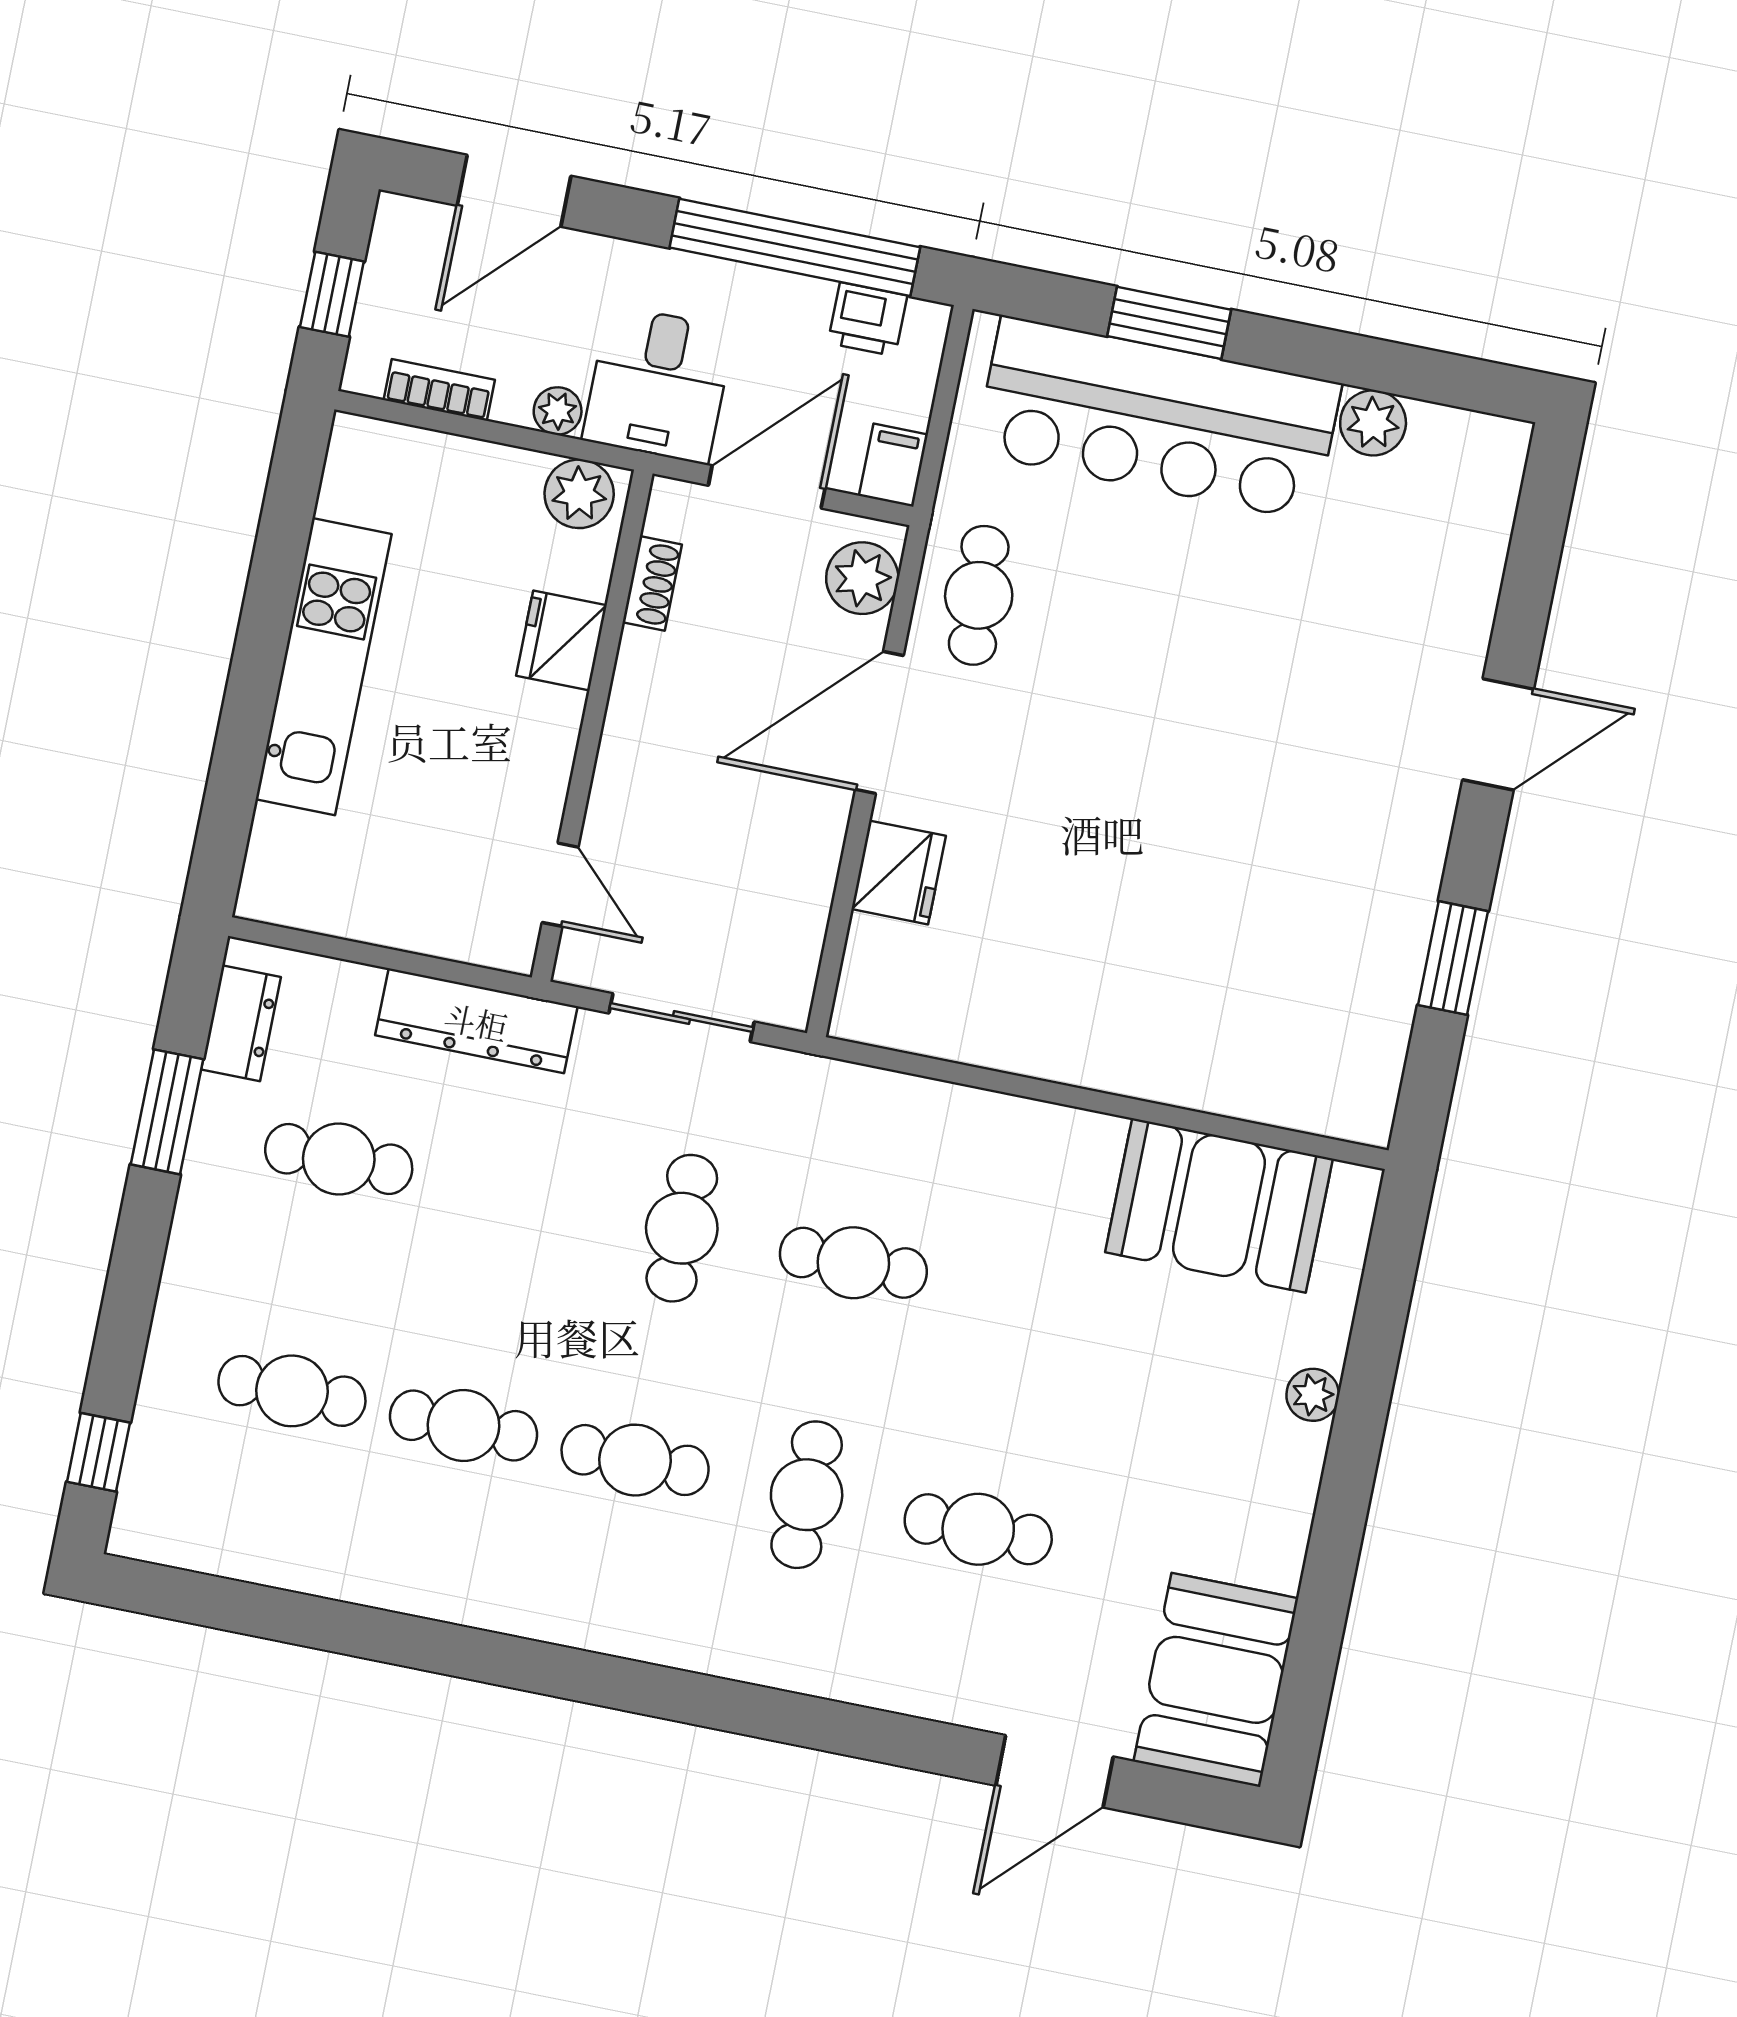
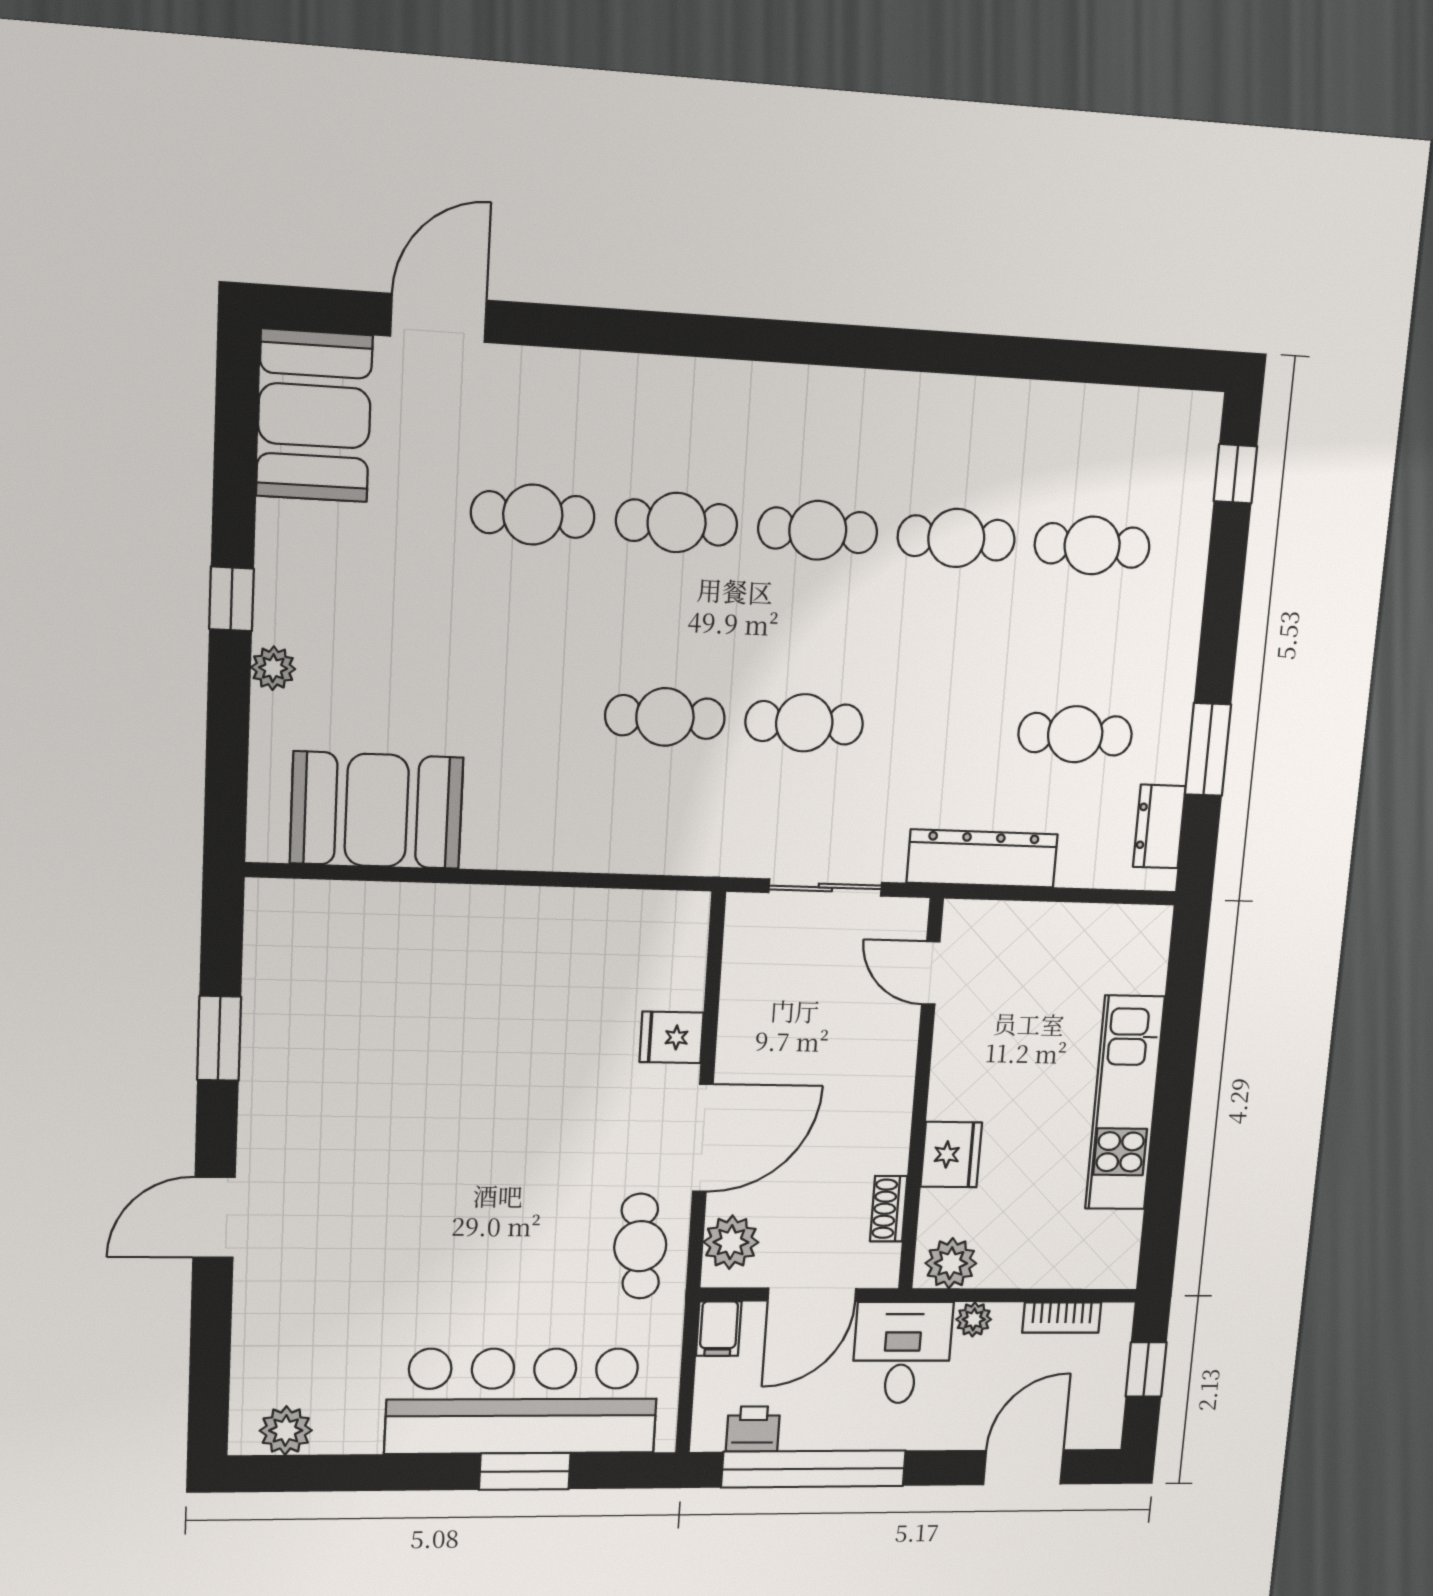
plant: (1373, 423) -> (286, 1431), moved
fridge: (899, 872) -> (672, 1037), width x0.72
cafe table: (682, 1228) -> (804, 723), turned 90
window: (1347, 1483) -> (232, 599), added
cafe table: (807, 1495) -> (677, 523), turned 90

